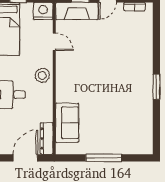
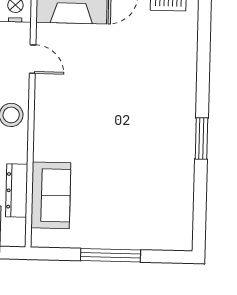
dresser: (47, 138) -> (17, 191), moved

